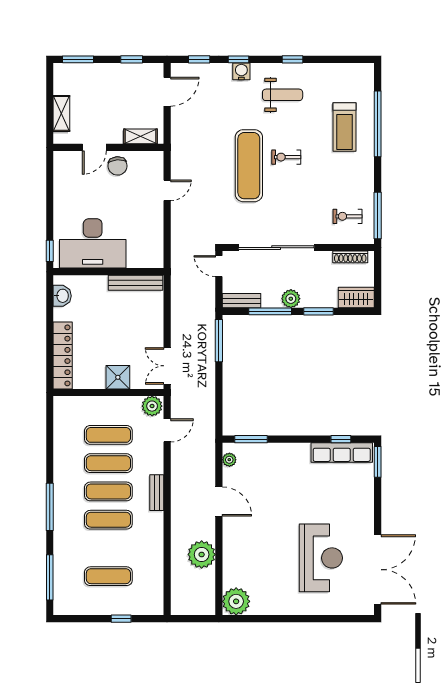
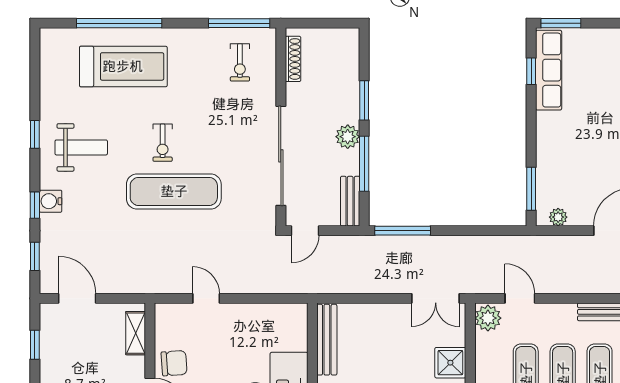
weight bench: (283, 95) -> (81, 147), turned 90
treadmill: (344, 127) -> (123, 66), width x1.37, depth x1.38
wardrobe: (356, 298) -> (346, 51), removed

